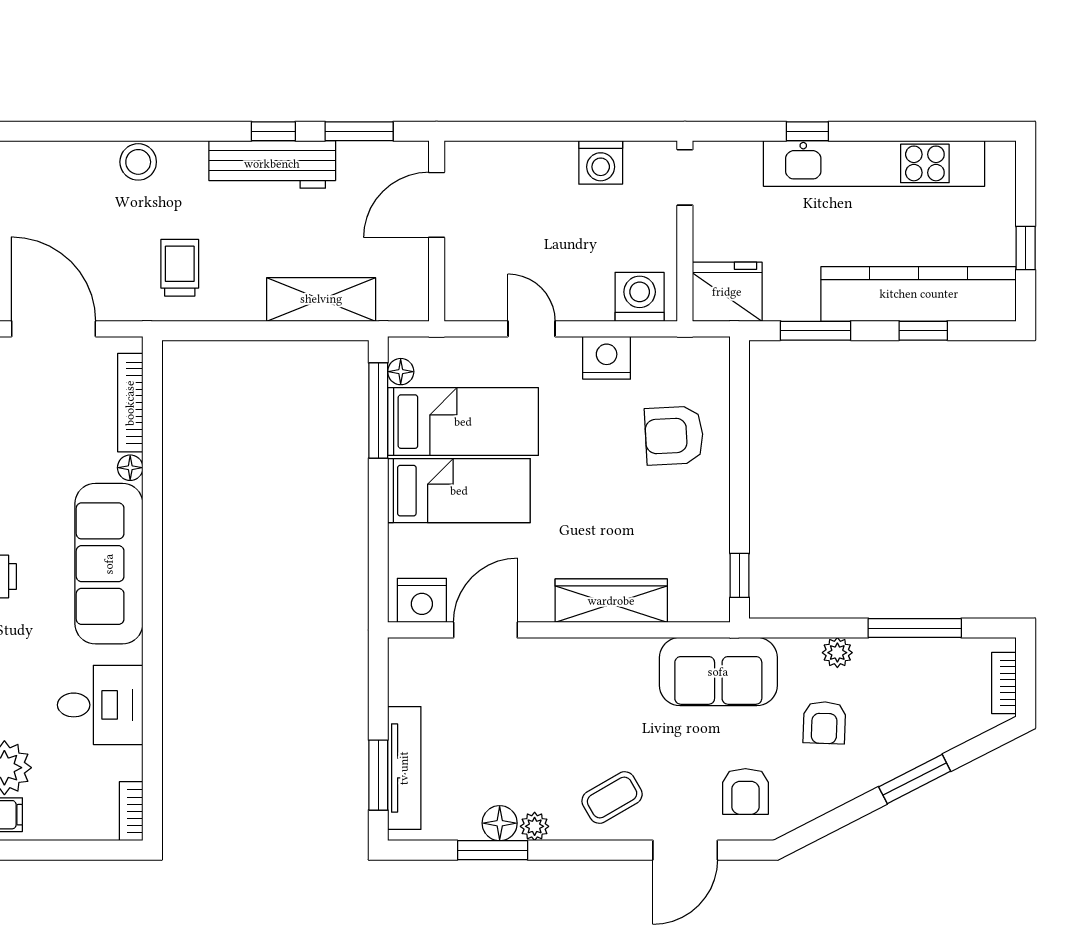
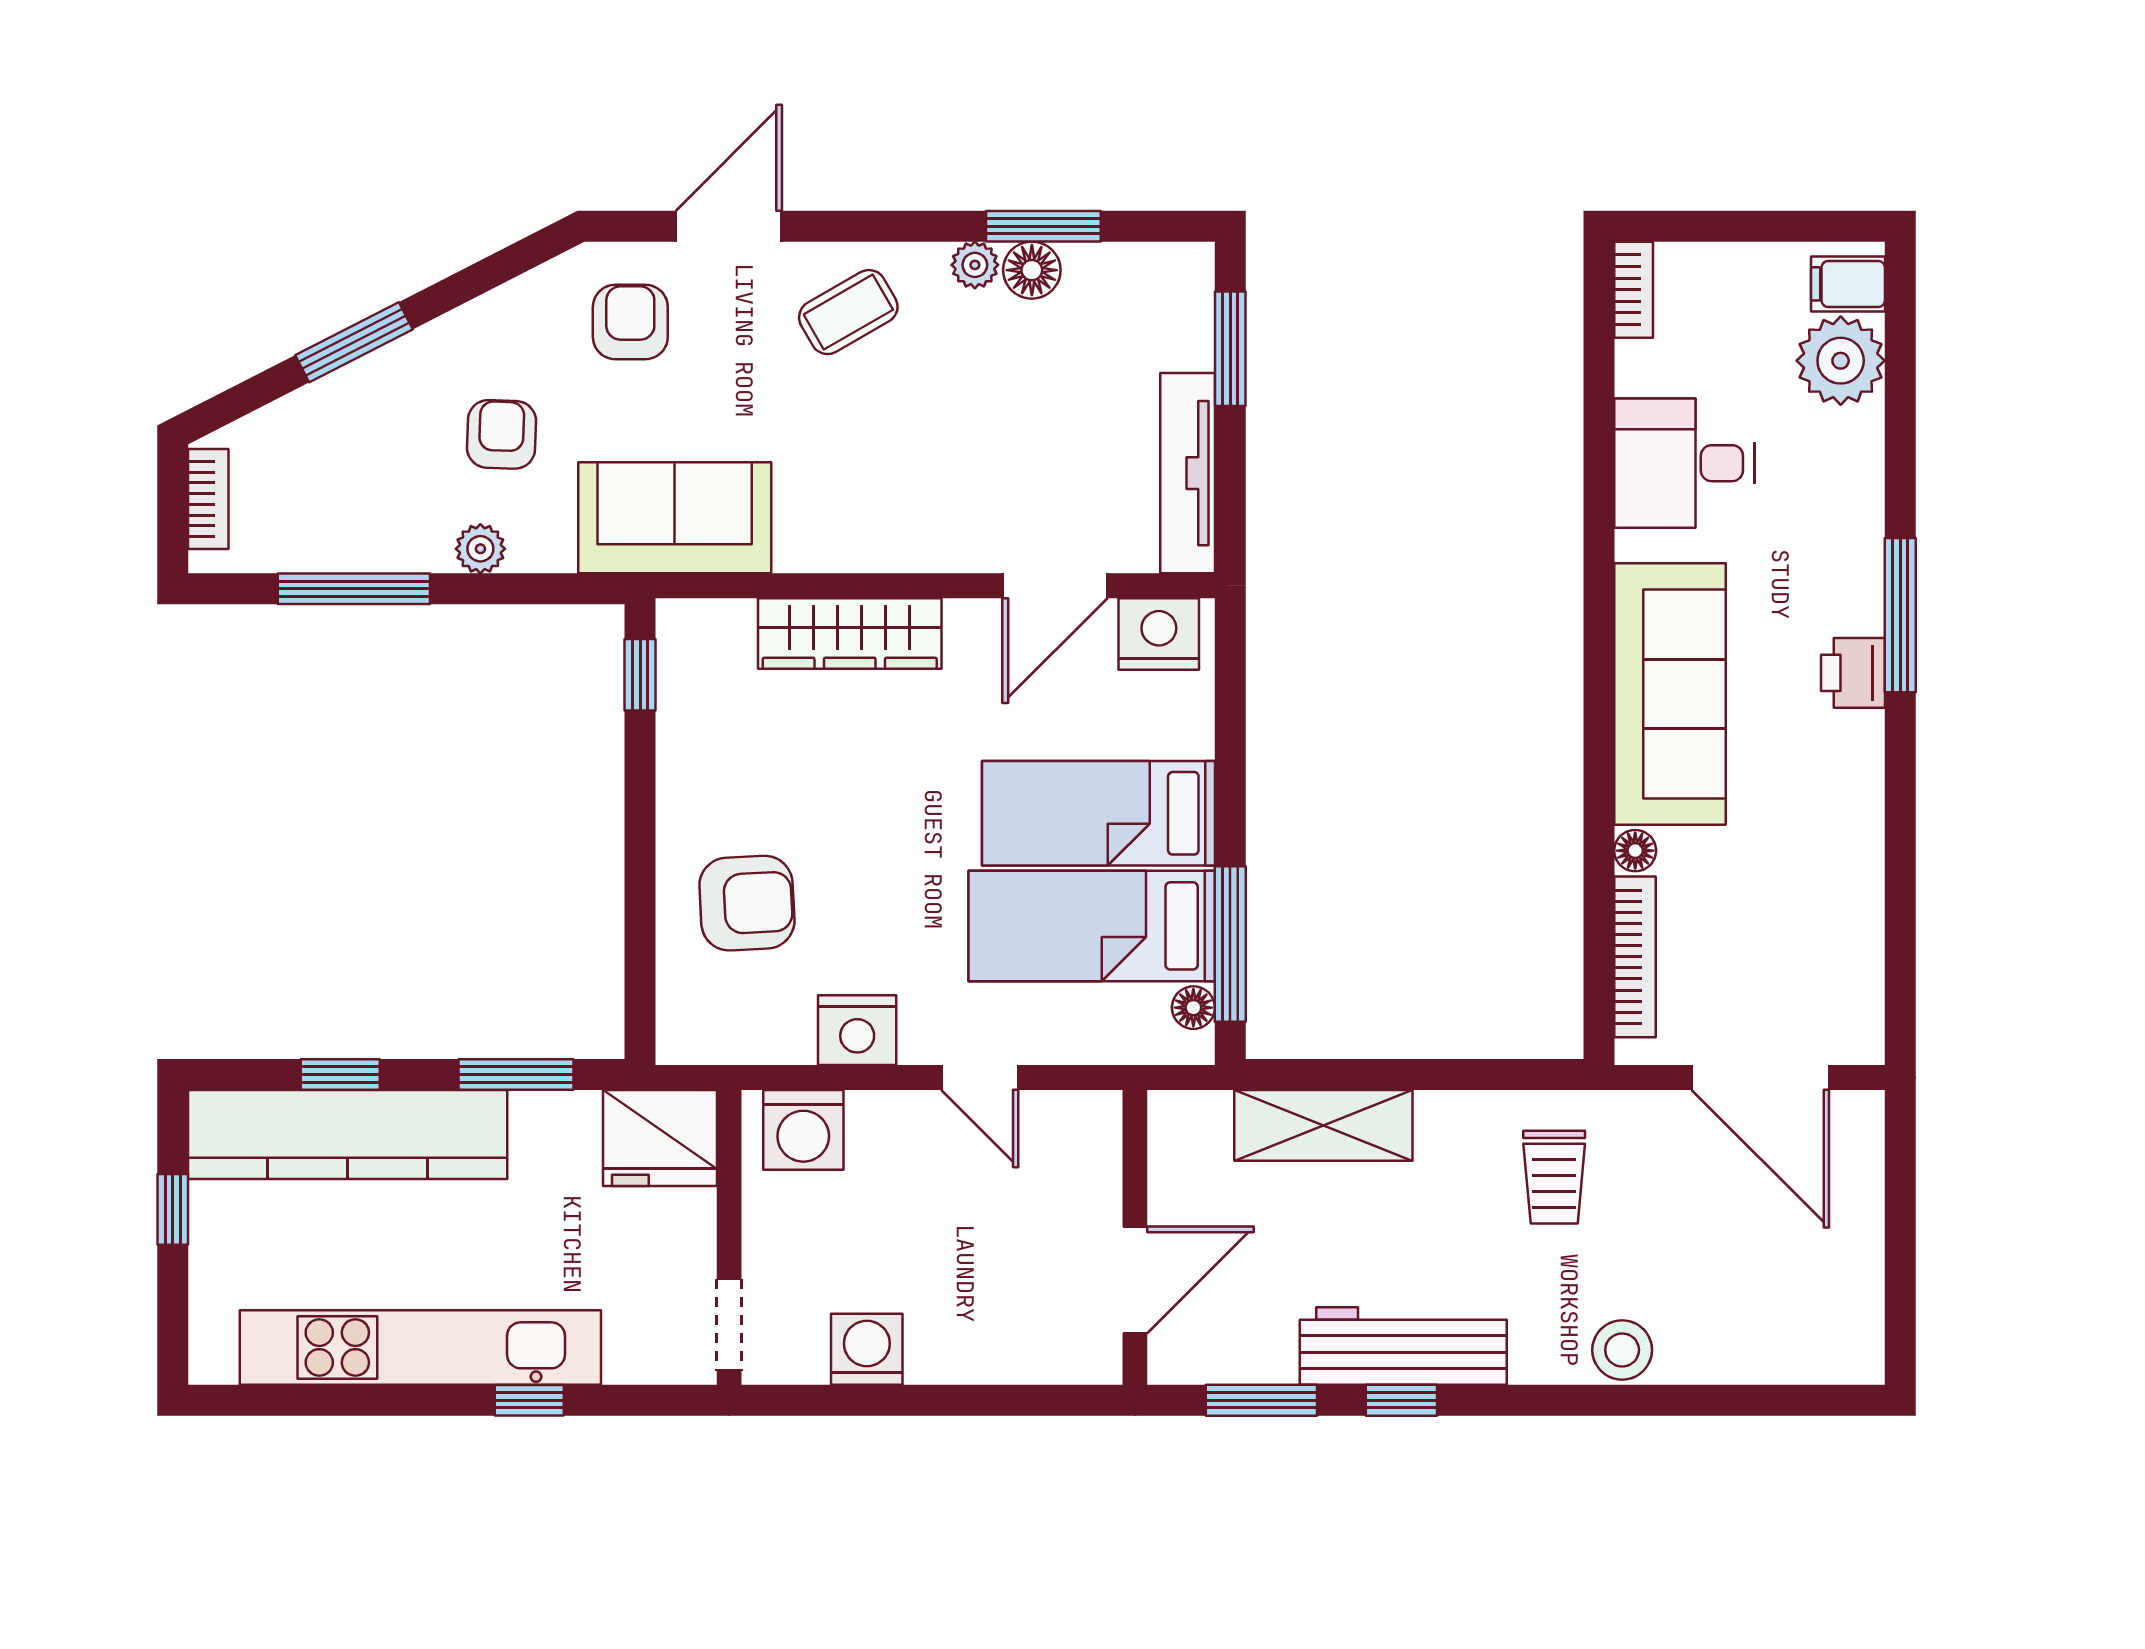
tv unit: (404, 768) -> (1188, 473), moved

